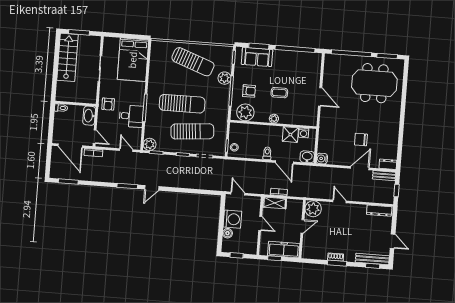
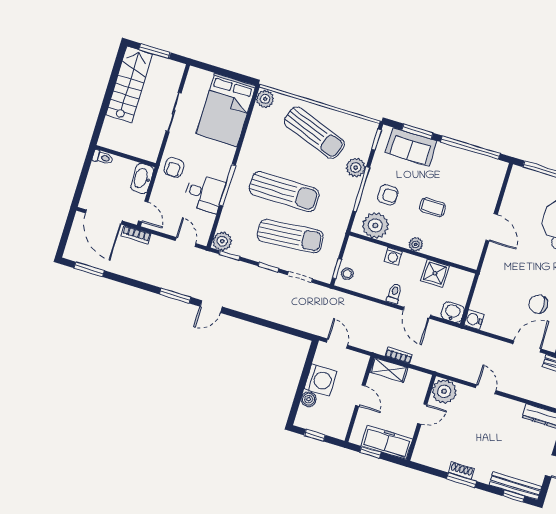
plant: (157, 47) -> (265, 99), added
washing machine: (304, 133) -> (393, 256), moved

